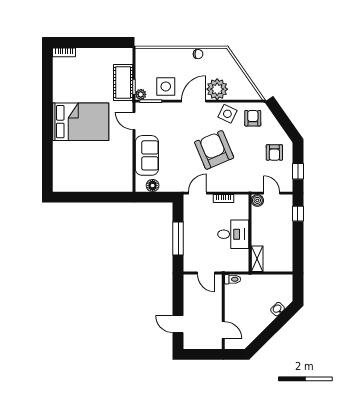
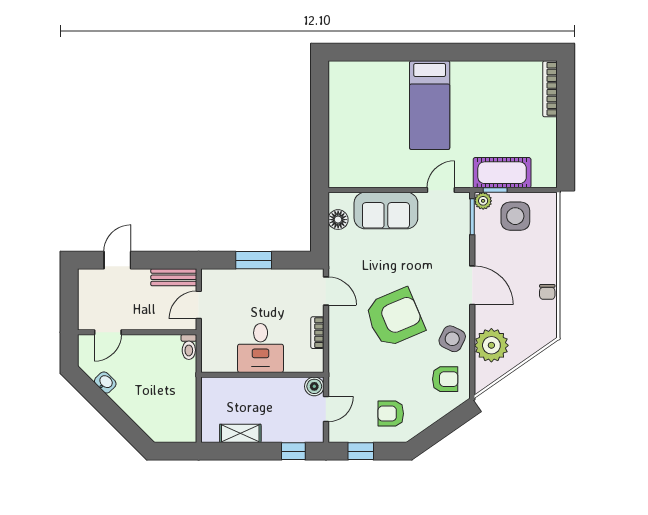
bookcase: (64, 52) -> (550, 89), width x1.56
side table: (166, 86) -> (515, 216), moved
plant: (217, 89) -> (491, 345), moved
bed: (81, 122) -> (430, 105), width x0.67
window: (178, 239) -> (254, 260), width x0.69
shelving: (257, 259) -> (240, 433), moved
bench: (189, 289) -> (174, 277), added
washbasin: (278, 309) -> (105, 382), moved

